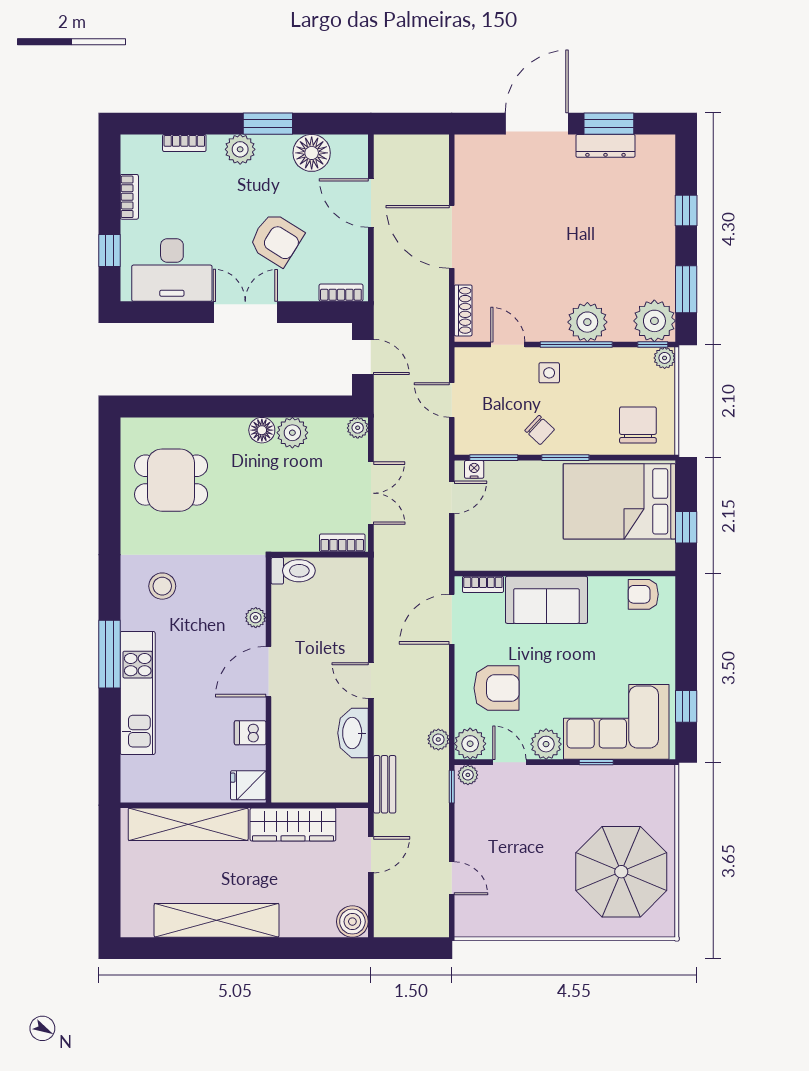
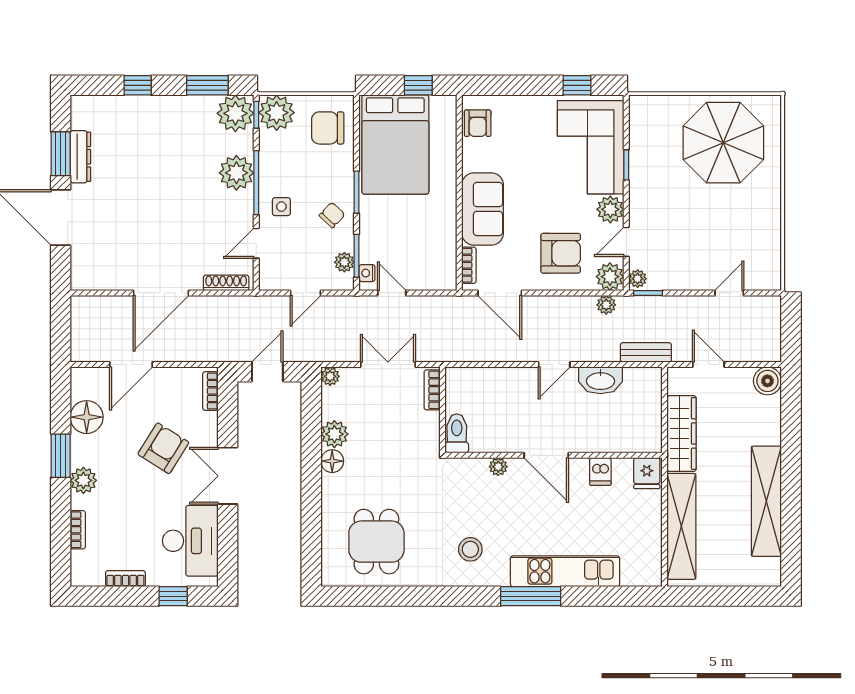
plant: (665, 358) -> (277, 113), width x1.87, depth x1.87
plant: (486, 444) -> (344, 262), added
armchair: (497, 688) -> (561, 253), turned 90

